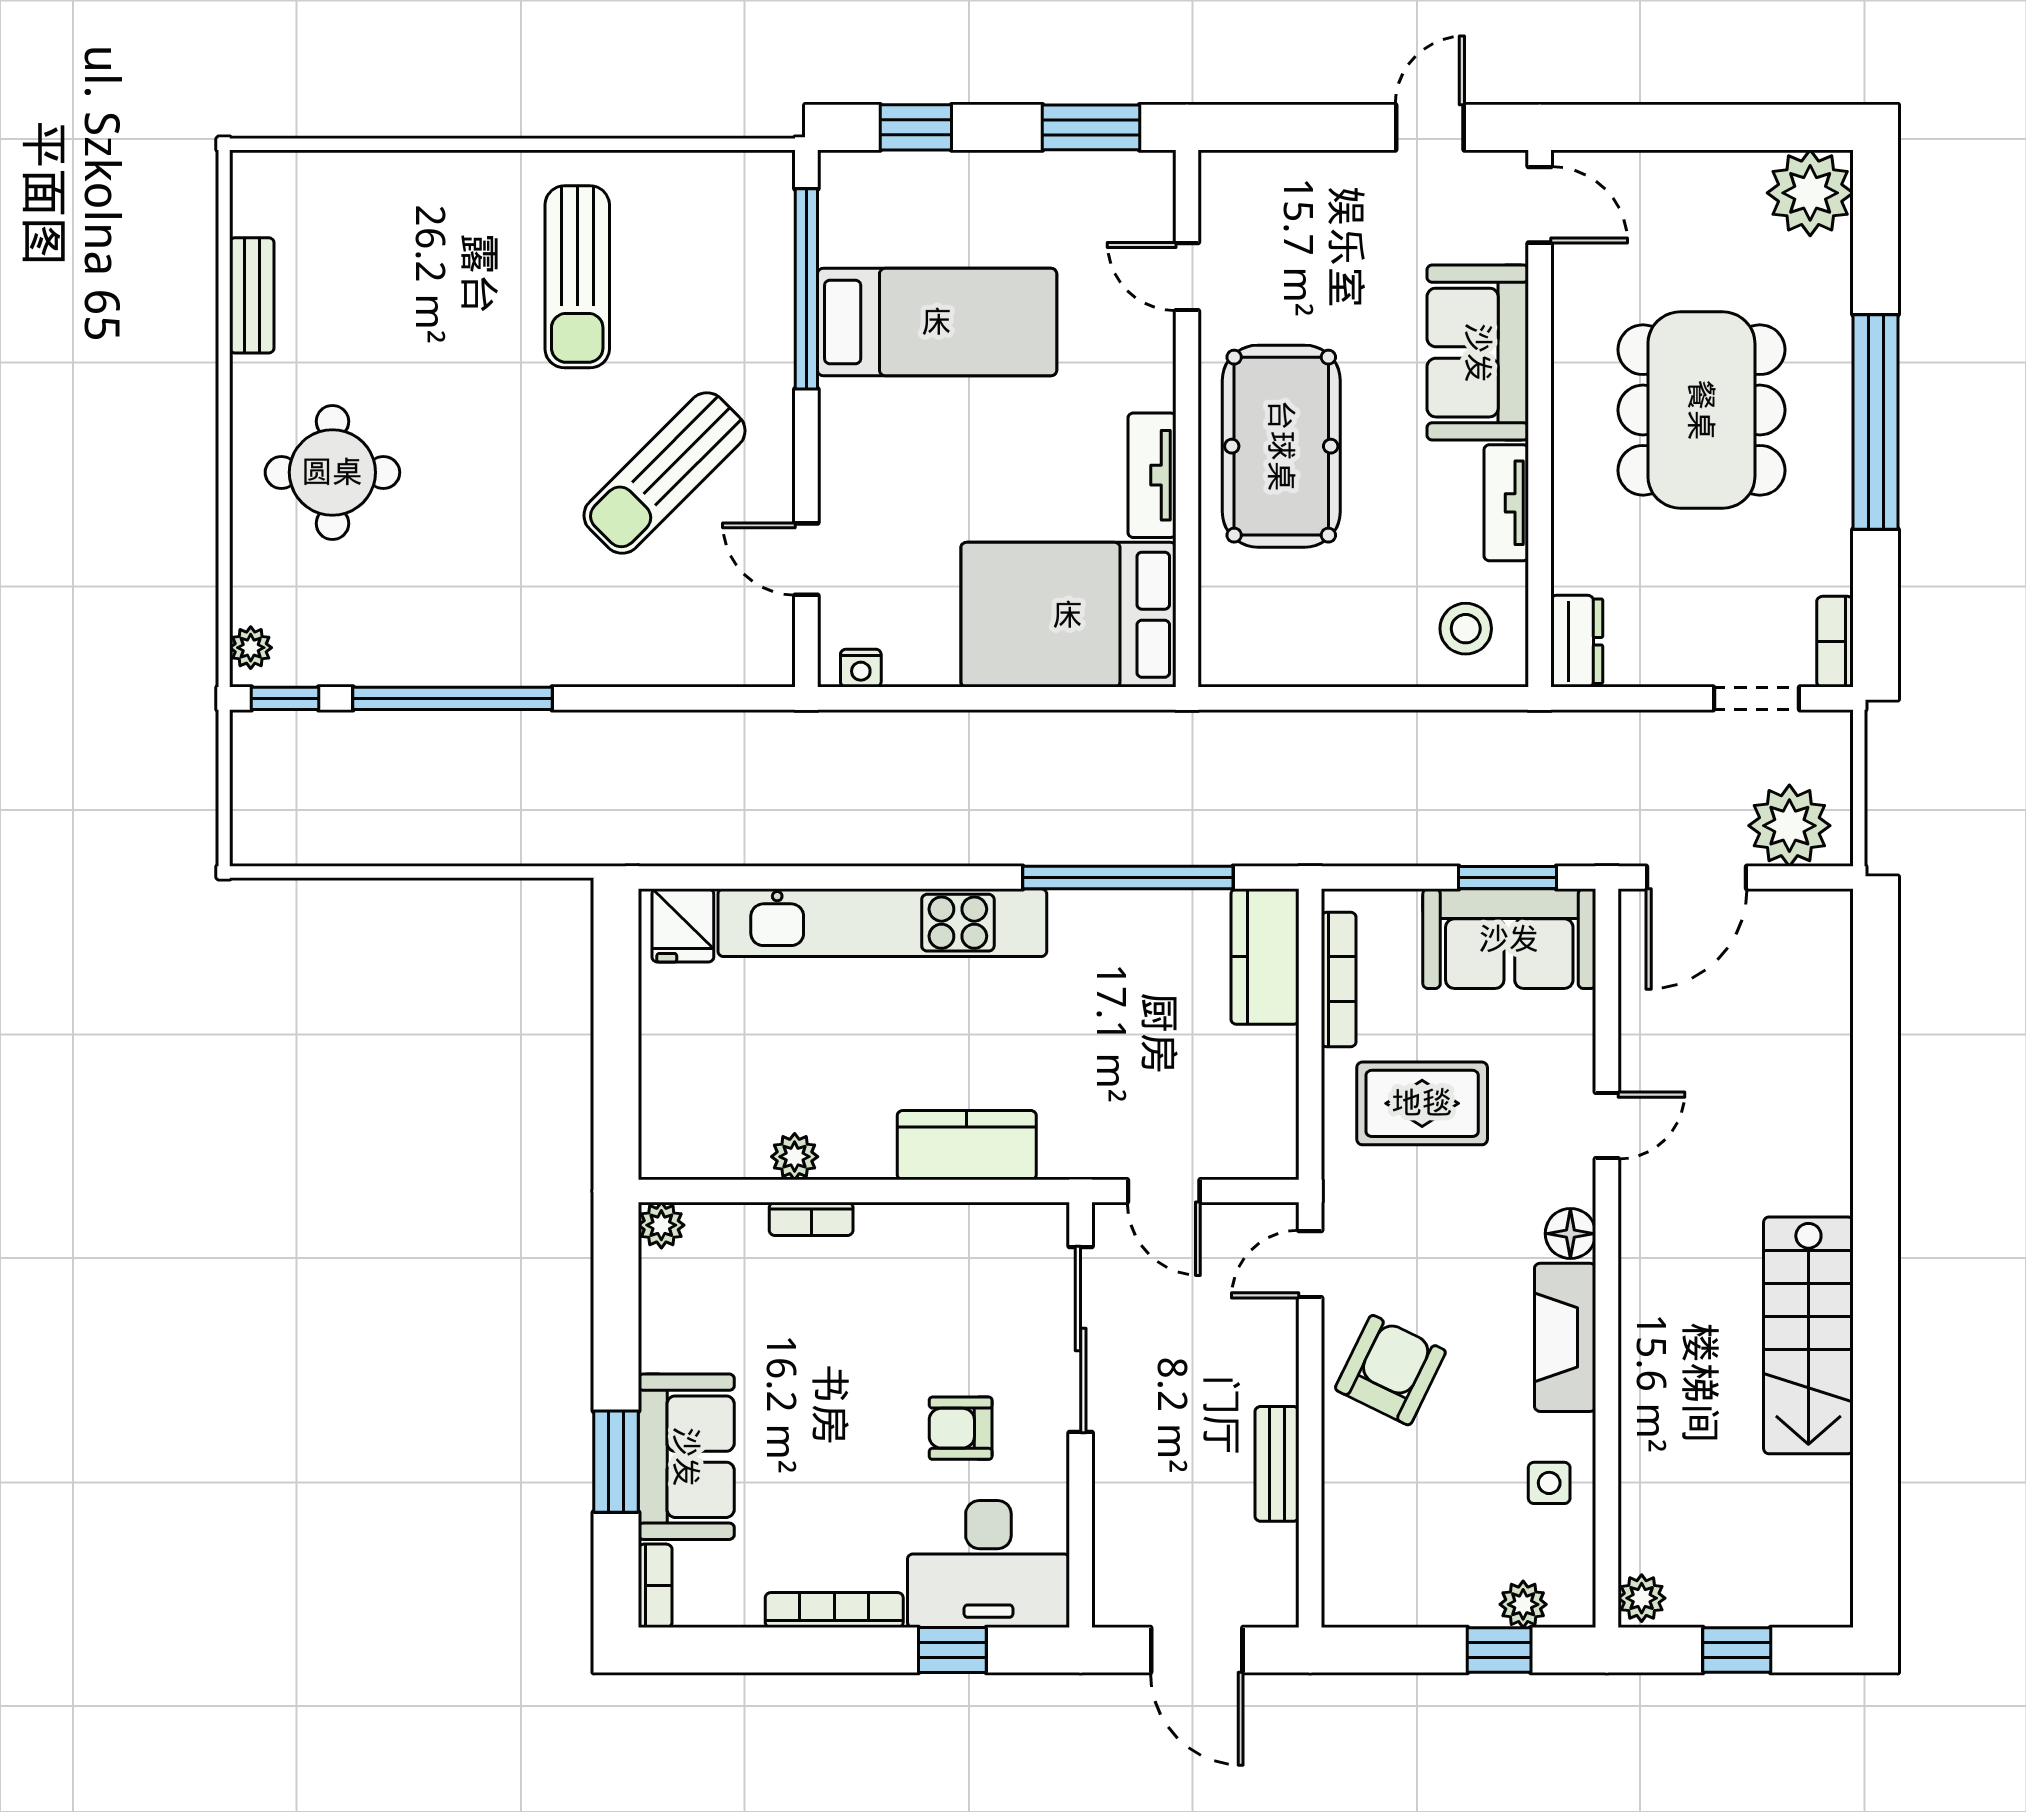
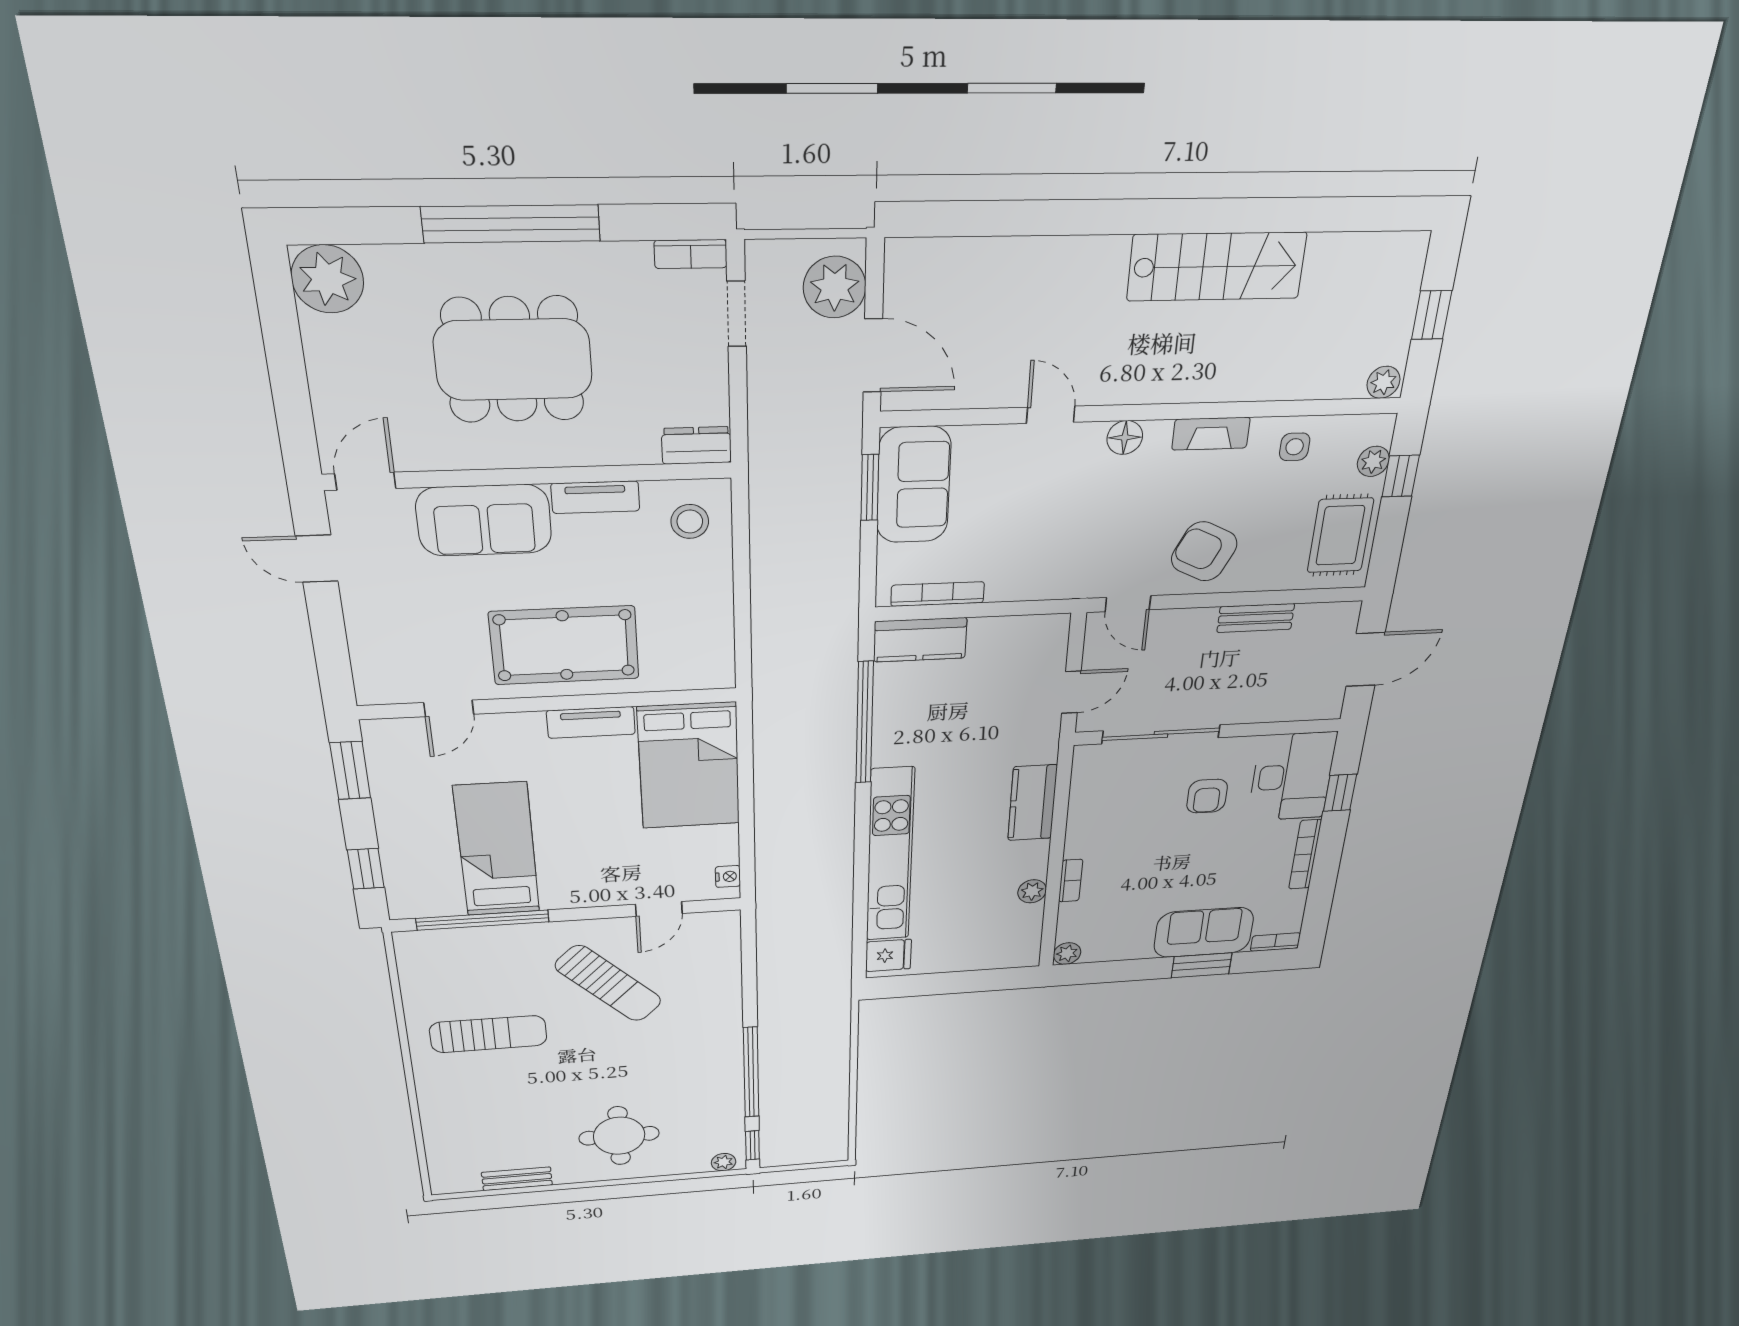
rug: (1422, 1103) -> (1340, 535), moved
fireplace: (1565, 1337) -> (1211, 434), width x0.73, depth x0.76

